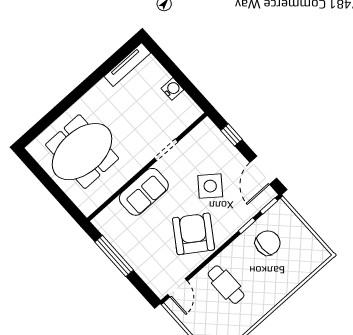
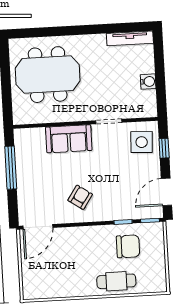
side table: (210, 186) -> (142, 142), moved, turned -35
armchair: (193, 234) -> (80, 197), width x0.53, depth x0.53
cafe table: (226, 285) -> (116, 281), moved, turned 90
door: (178, 288) -> (38, 227), width x1.38

